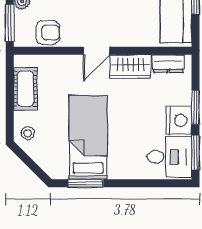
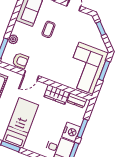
door: (96, 51) -> (31, 76), moved

